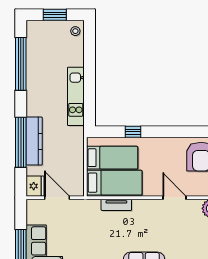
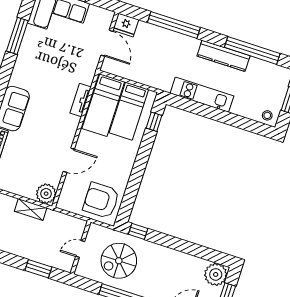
window: (133, 132) -> (154, 122), moved
kitchen counter: (34, 141) -> (224, 56), moved
door: (57, 198) -> (107, 43), hinge flipped

